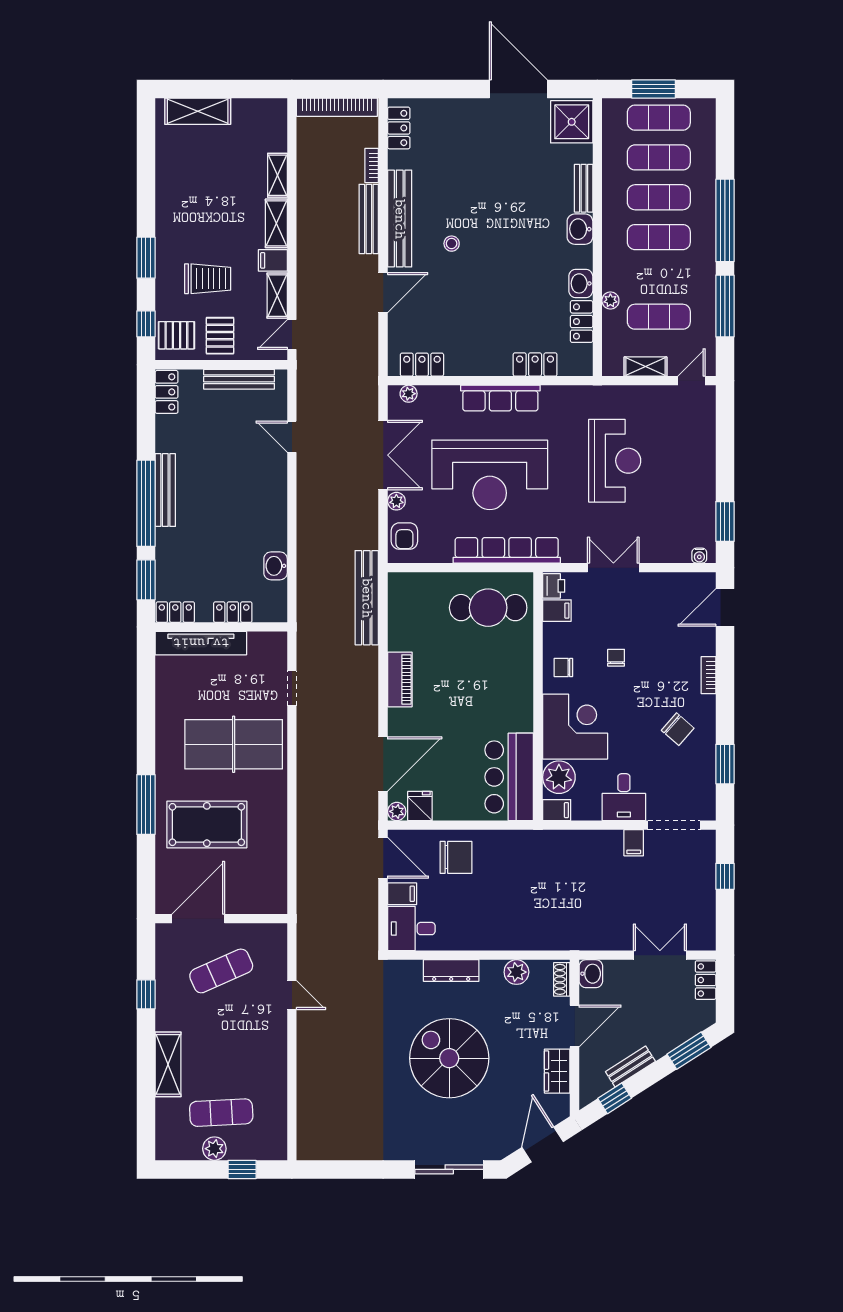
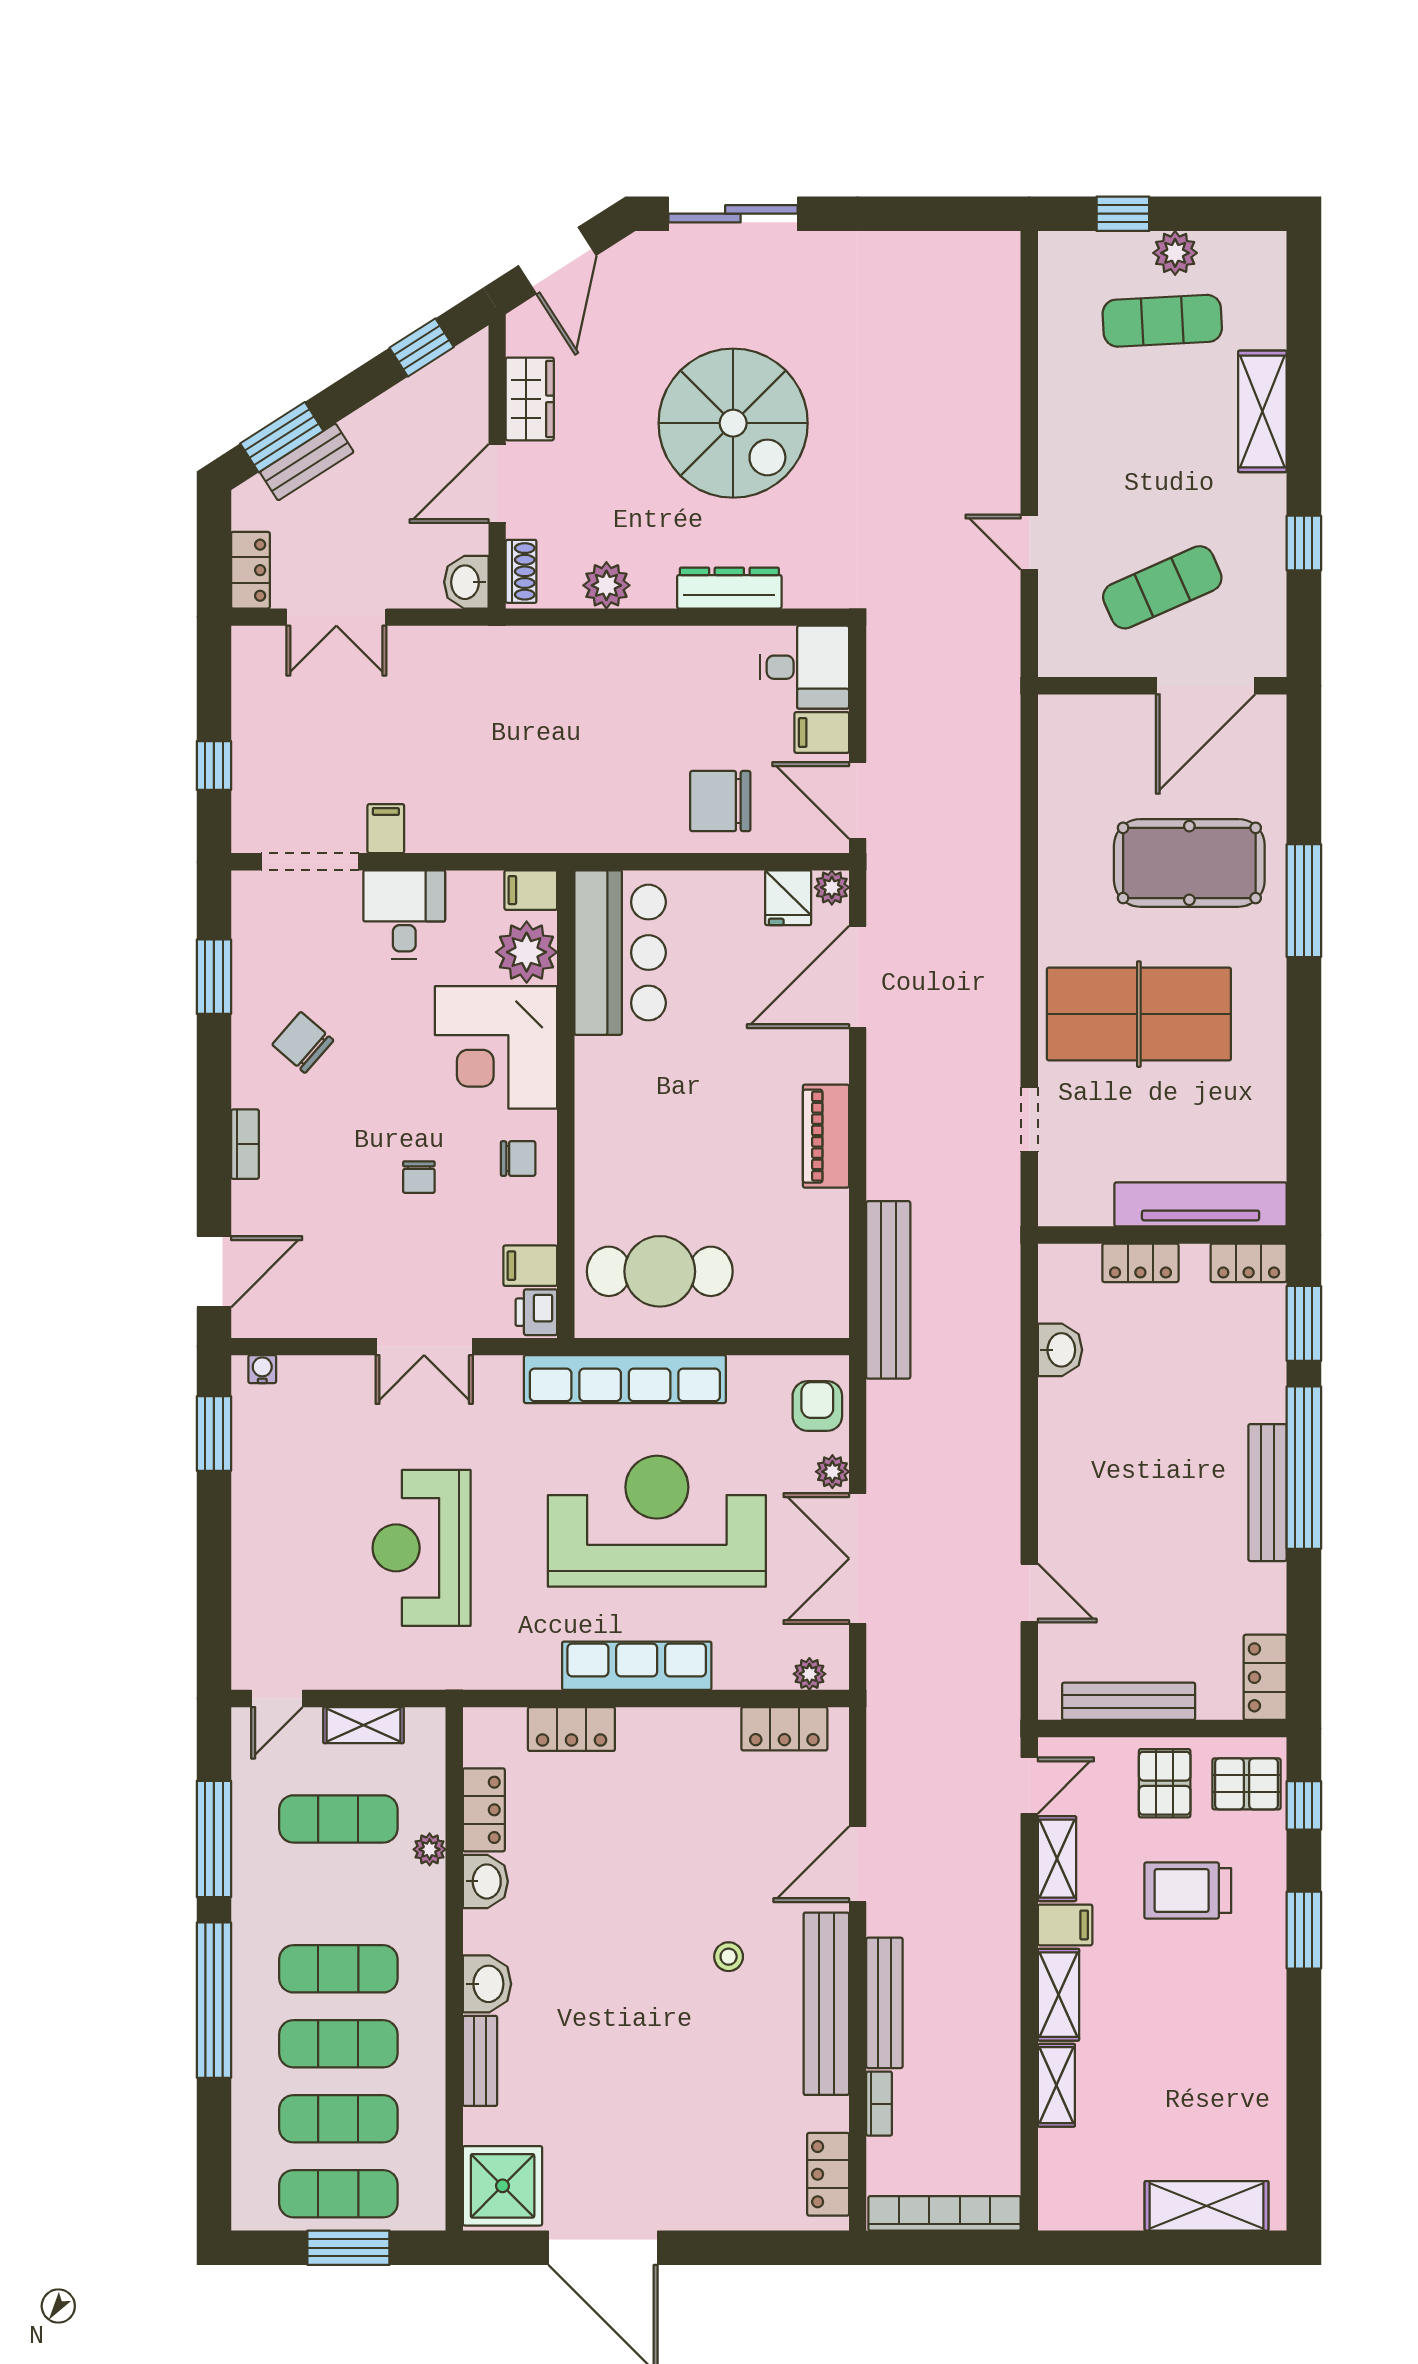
bench: (630, 1067) -> (307, 462), moved

